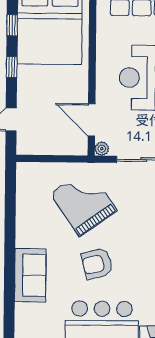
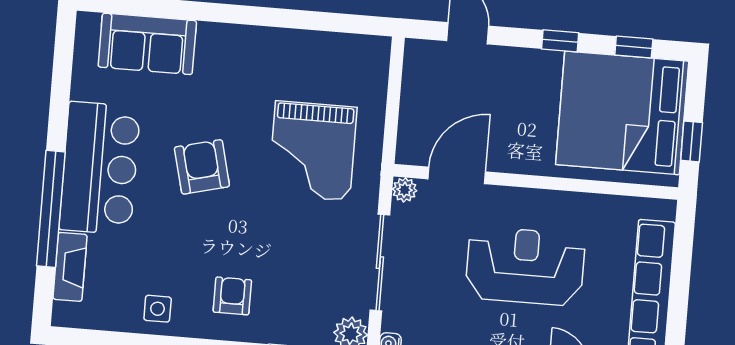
grand piano: (84, 202) -> (313, 151), turned 125
sofa: (30, 275) -> (147, 44), moved

